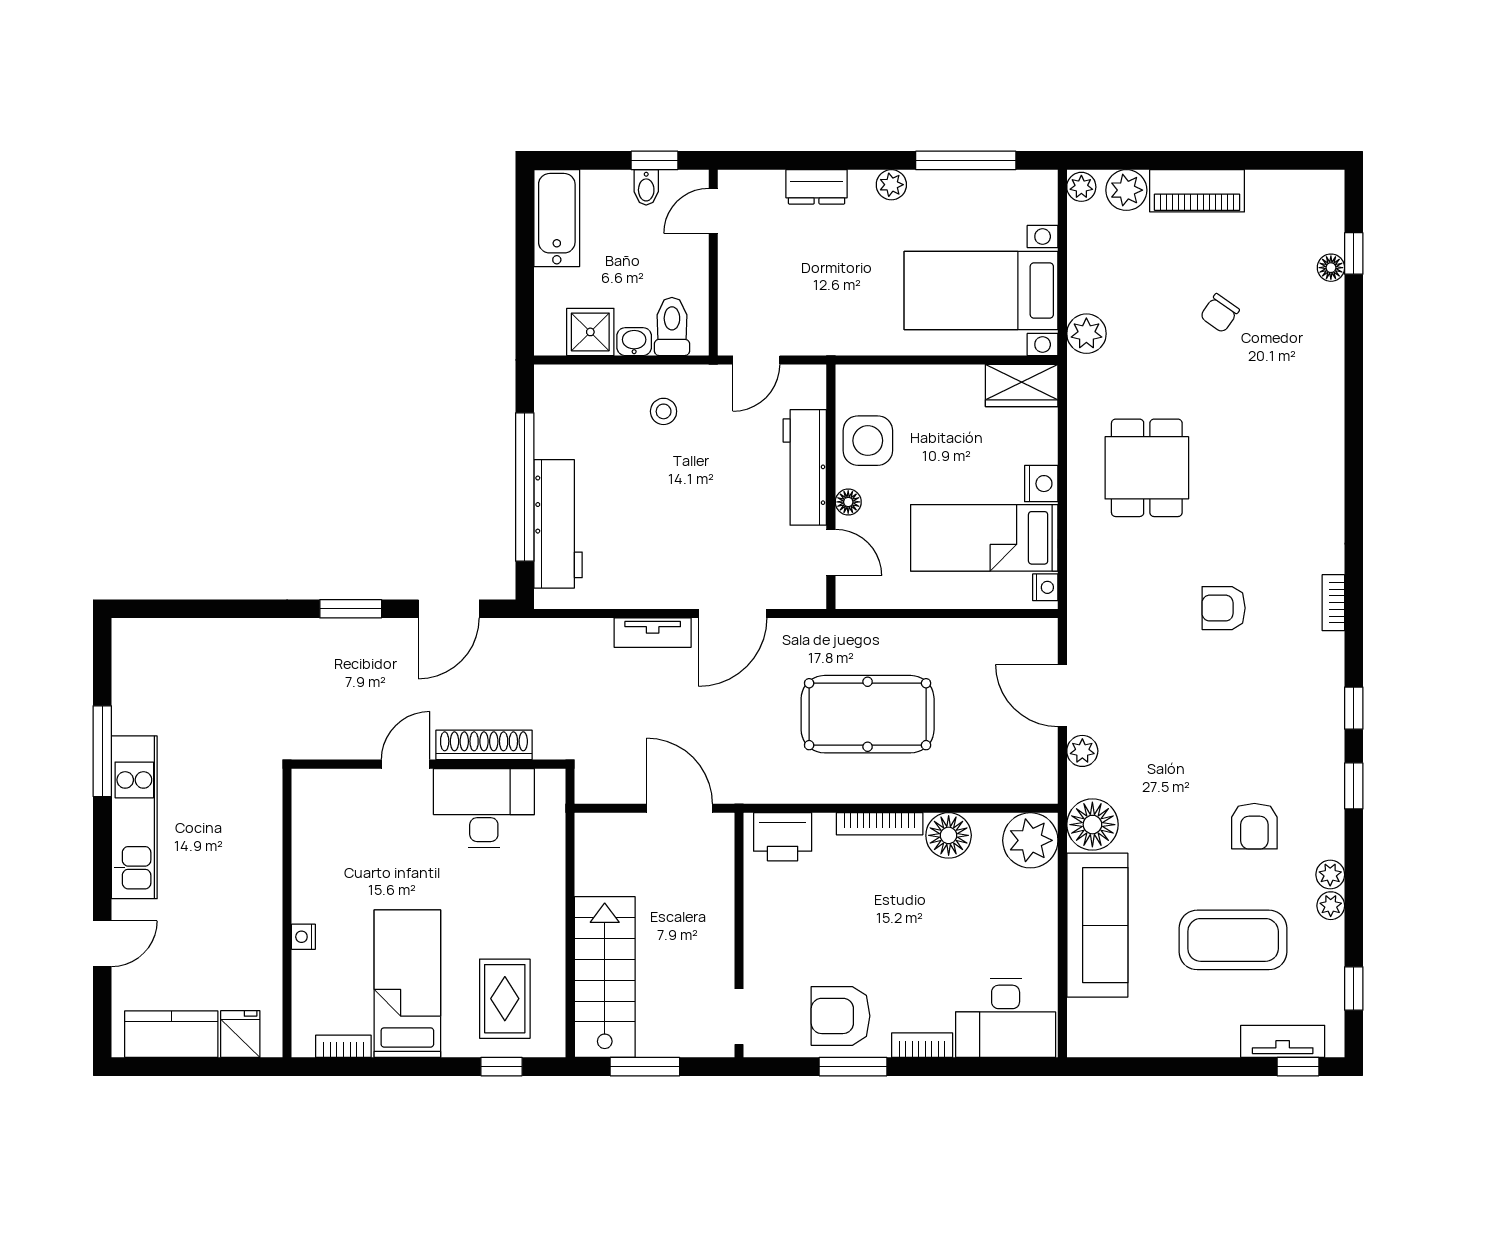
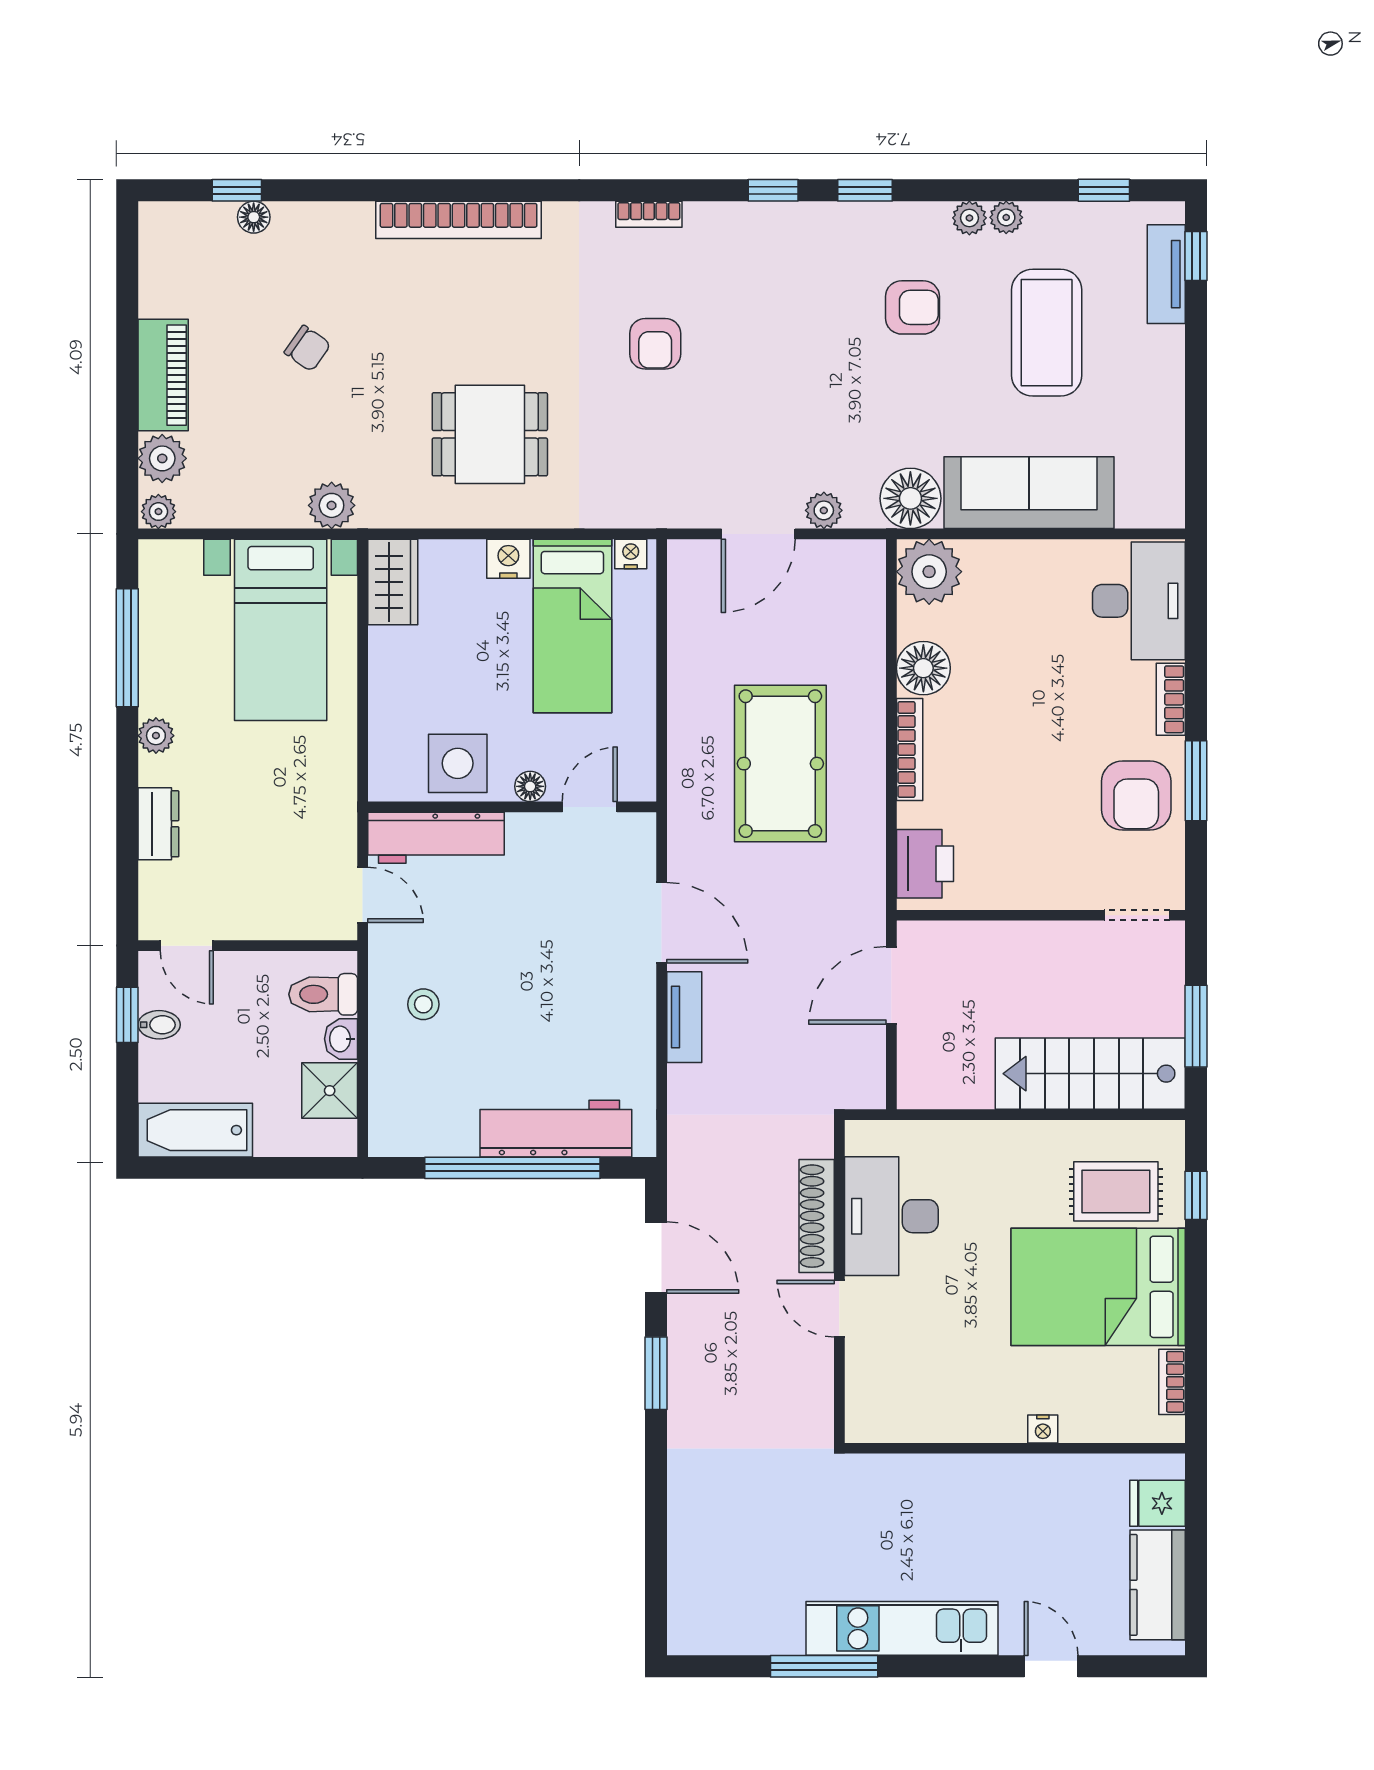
bookcase: (1329, 441) -> (459, 220), added
workbench: (805, 467) -> (436, 838), moved
bed: (407, 984) -> (1098, 1287), width x1.50

